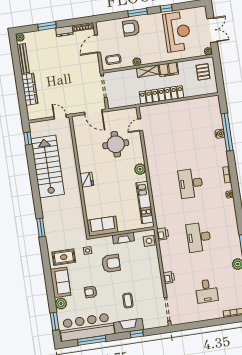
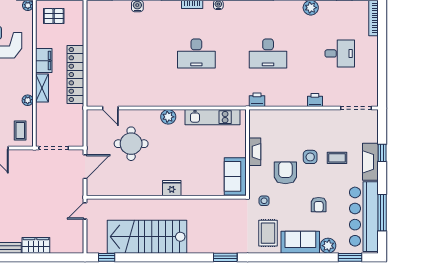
wardrobe: (30, 89) -> (36, 245), width x0.67
side table: (149, 241) -> (310, 157), moved

